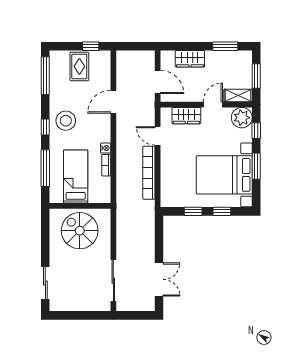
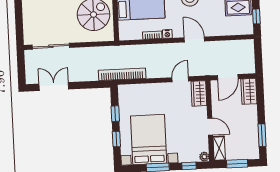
wardrobe: (190, 59) -> (249, 91), moved
door: (113, 102) -> (194, 39), moved
wardrobe: (186, 116) -> (199, 93), moved
plant: (242, 118) -> (204, 157), width x0.53, depth x0.53
bookcase: (149, 173) -> (122, 74), moved
double door: (159, 279) -> (54, 87), swing flipped

